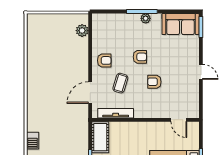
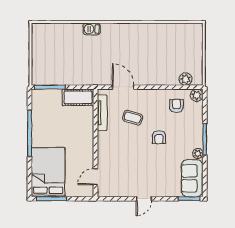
plant: (146, 18) -> (198, 154), moved
plant: (98, 20) -> (197, 95), added
armchair: (104, 60) -> (176, 106), moved, turned 180
armchair: (154, 82) -> (134, 152), removed
barbecue: (33, 141) -> (92, 29), moved

